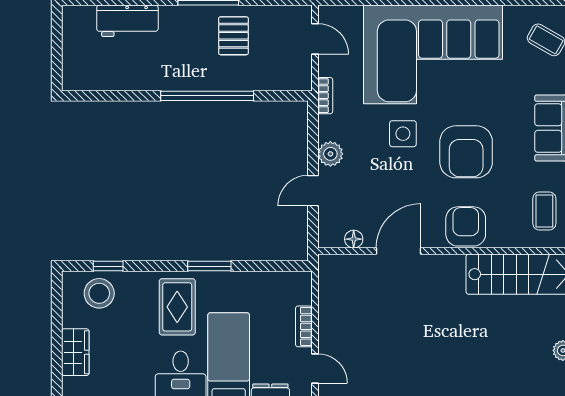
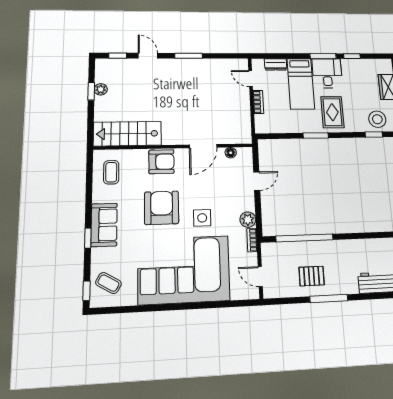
pallet: (233, 36) -> (312, 276), turned 90
window: (207, 96) -> (304, 238), moved
plant: (330, 154) -> (248, 220), moved
armchair: (466, 226) -> (161, 162), turned -90

